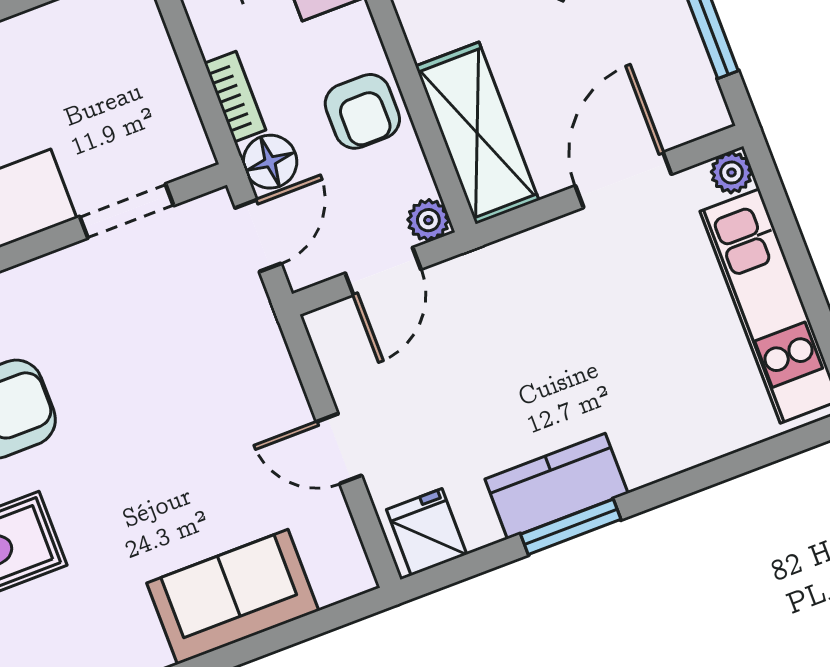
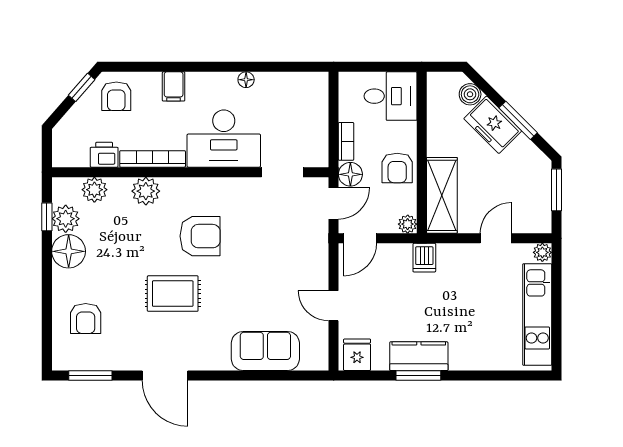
door: (623, 180) -> (496, 238), width x0.73
door: (383, 271) -> (360, 238), moved
dishwasher: (490, 277) -> (424, 258), added

